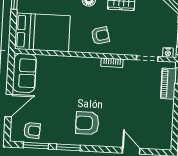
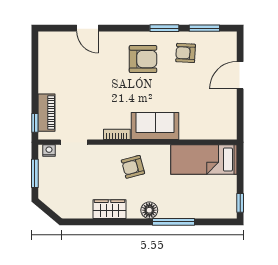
bed: (42, 32) -> (204, 159), width x0.67
sofa: (24, 73) -> (155, 126), moved, turned 90
armchair: (32, 131) -> (186, 53), moved

